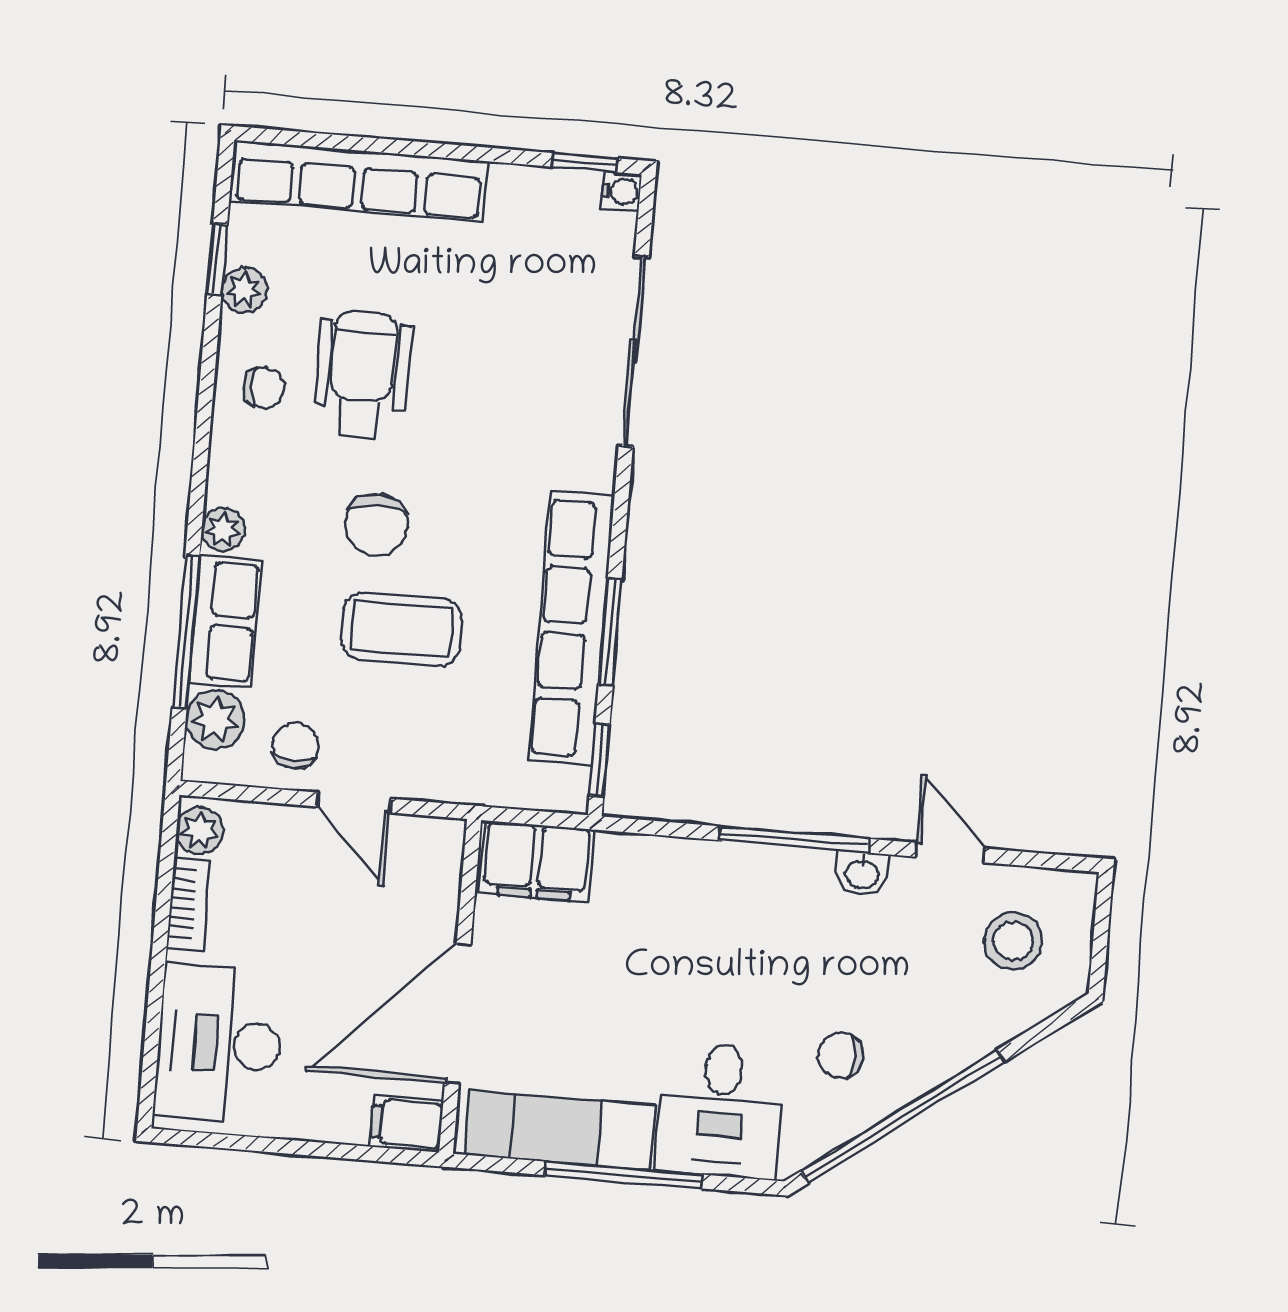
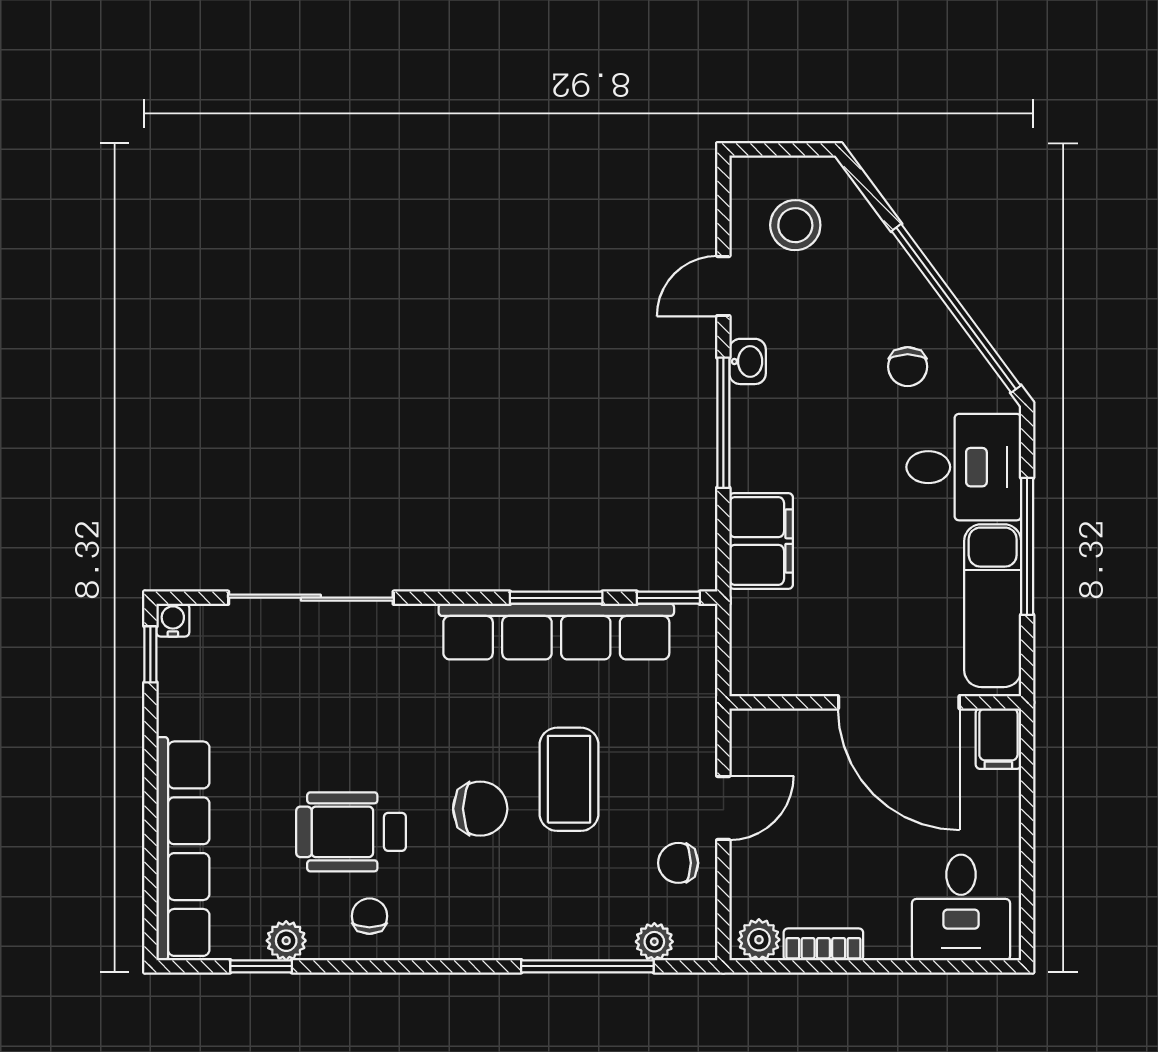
plant: (223, 529) -> (496, 941), removed
row of seats: (225, 621) -> (575, 933), removed
plant: (215, 720) -> (654, 942), width x0.73, depth x0.73
filing cabinet: (536, 861) -> (761, 541), moved
desk: (219, 1044) -> (961, 907), width x0.73

